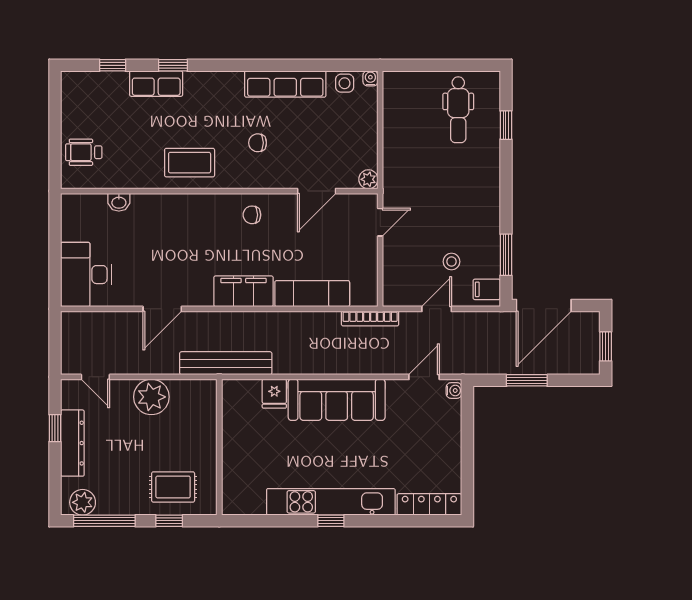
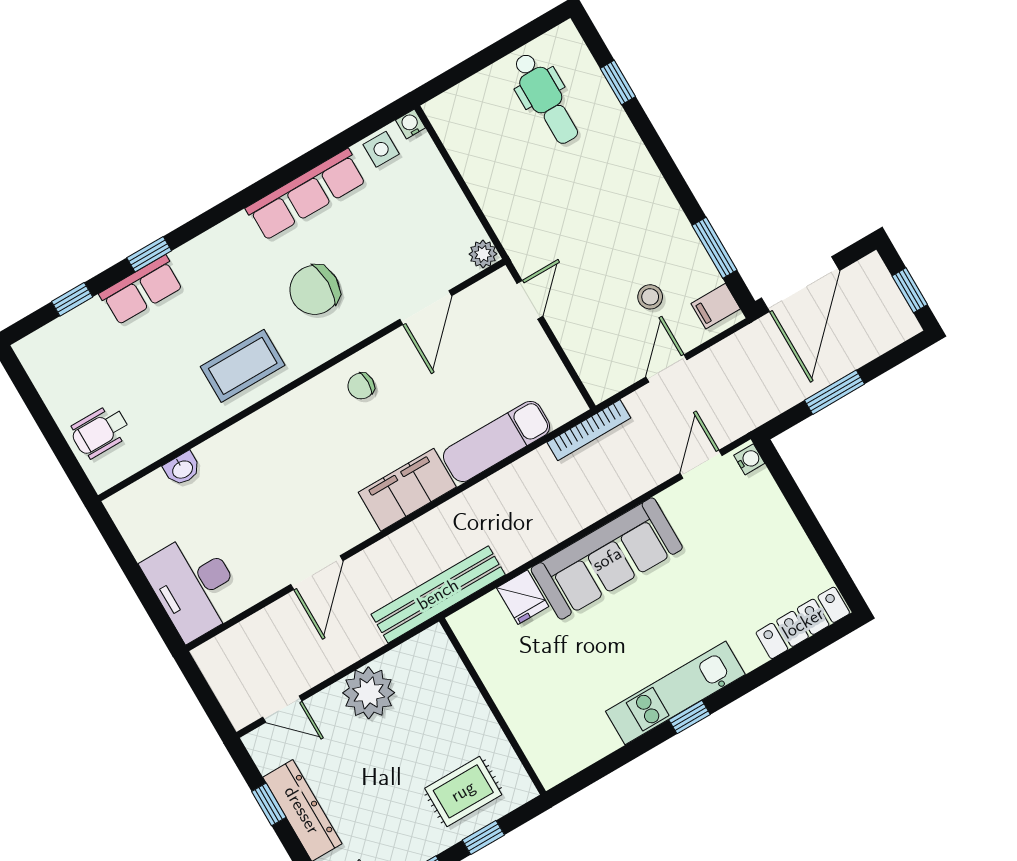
chair: (258, 143) -> (315, 290), width x1.87, depth x1.87
kitchen unit: (331, 502) -> (675, 693), width x0.73

